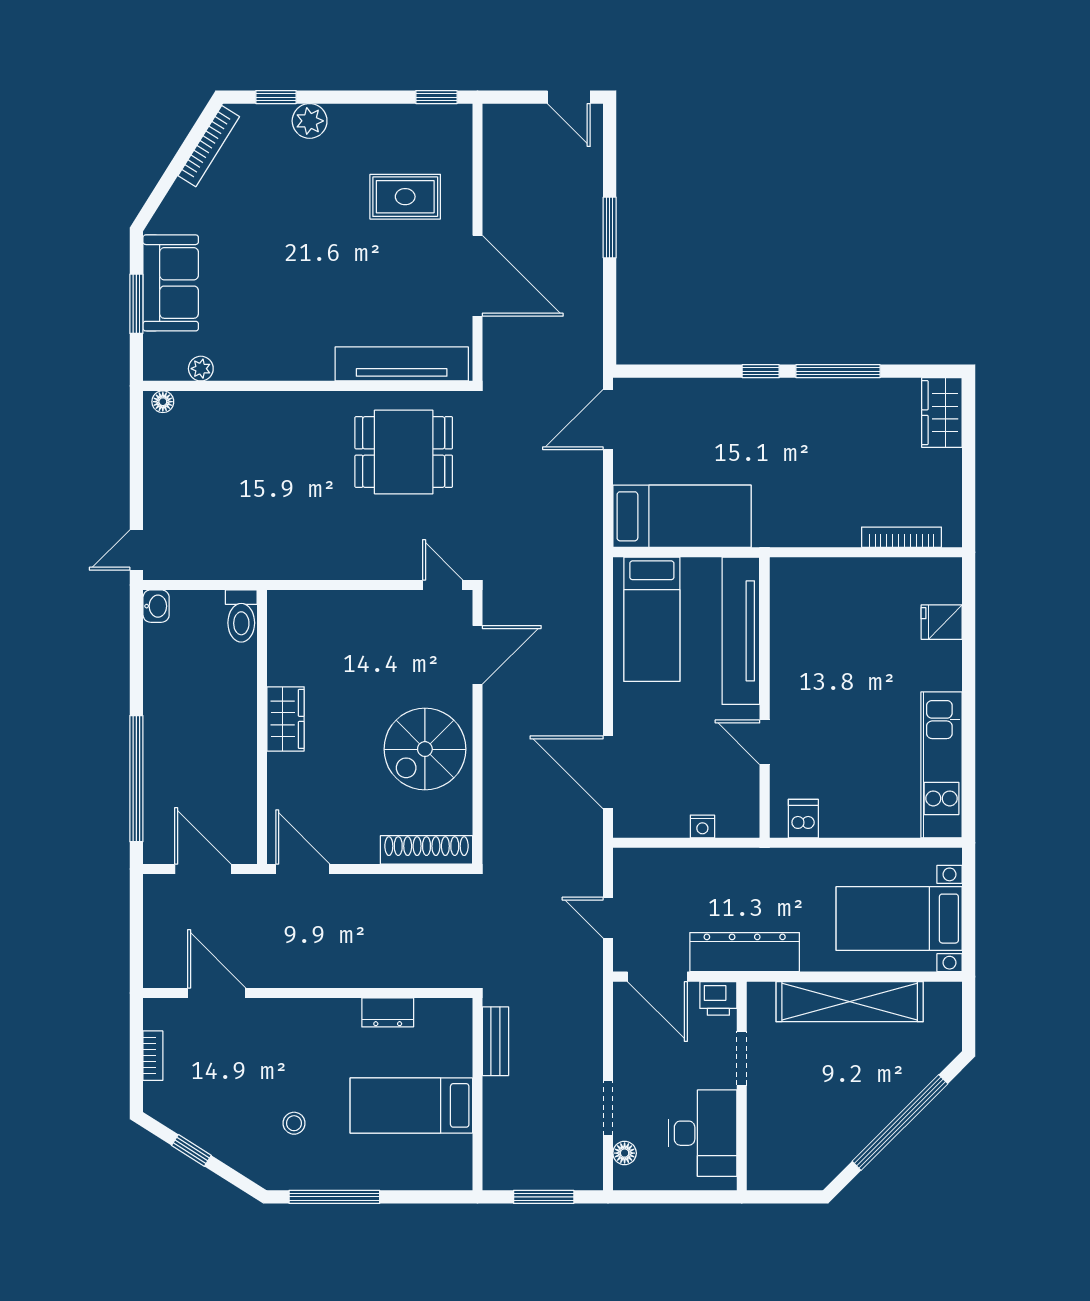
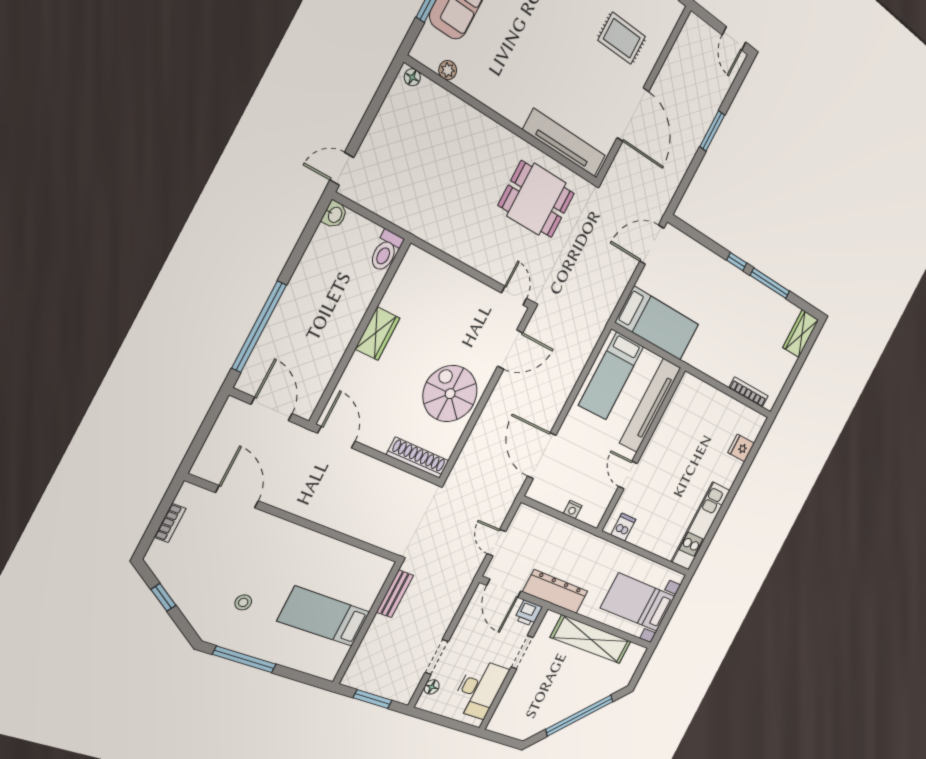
spiral stairs: (425, 749) -> (450, 394), turned 90
dresser: (388, 1012) -> (340, 552), removed

